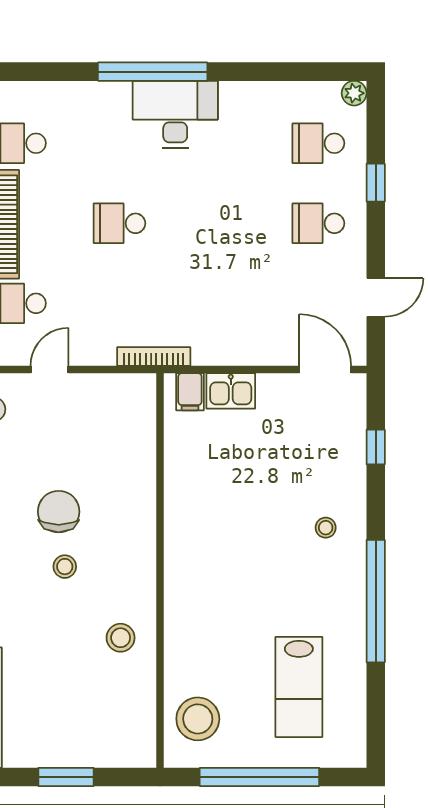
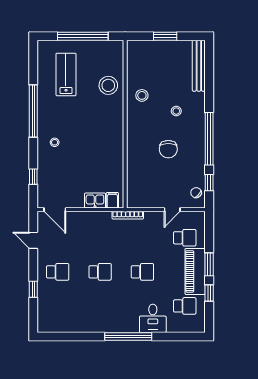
plant: (354, 93) -> (42, 327), removed
desk: (175, 114) -> (153, 318), moved, width x0.73
school desk: (318, 143) -> (100, 272), moved
door: (376, 297) -> (33, 240), hinge flipped
stool: (65, 567) -> (176, 111), moved
stool: (198, 719) -> (108, 85), moved

